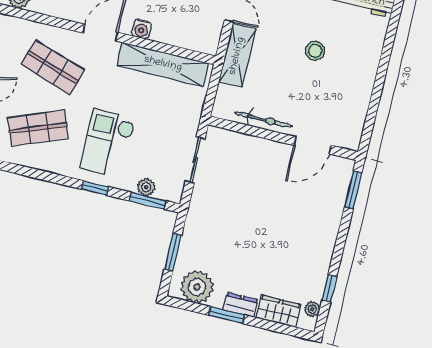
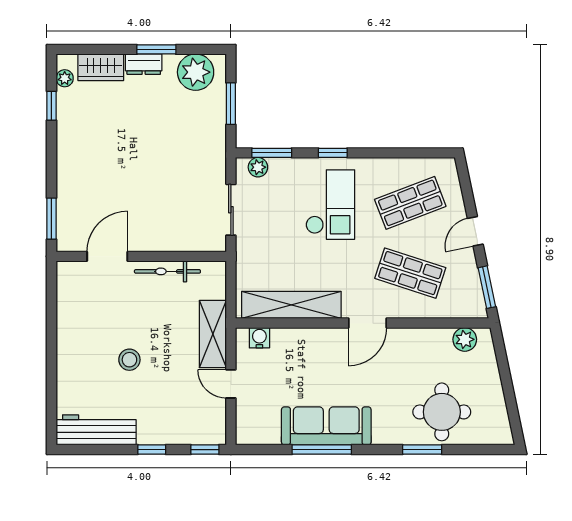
water cooler: (141, 29) -> (259, 338), moved
plant: (146, 187) -> (258, 167), moved

